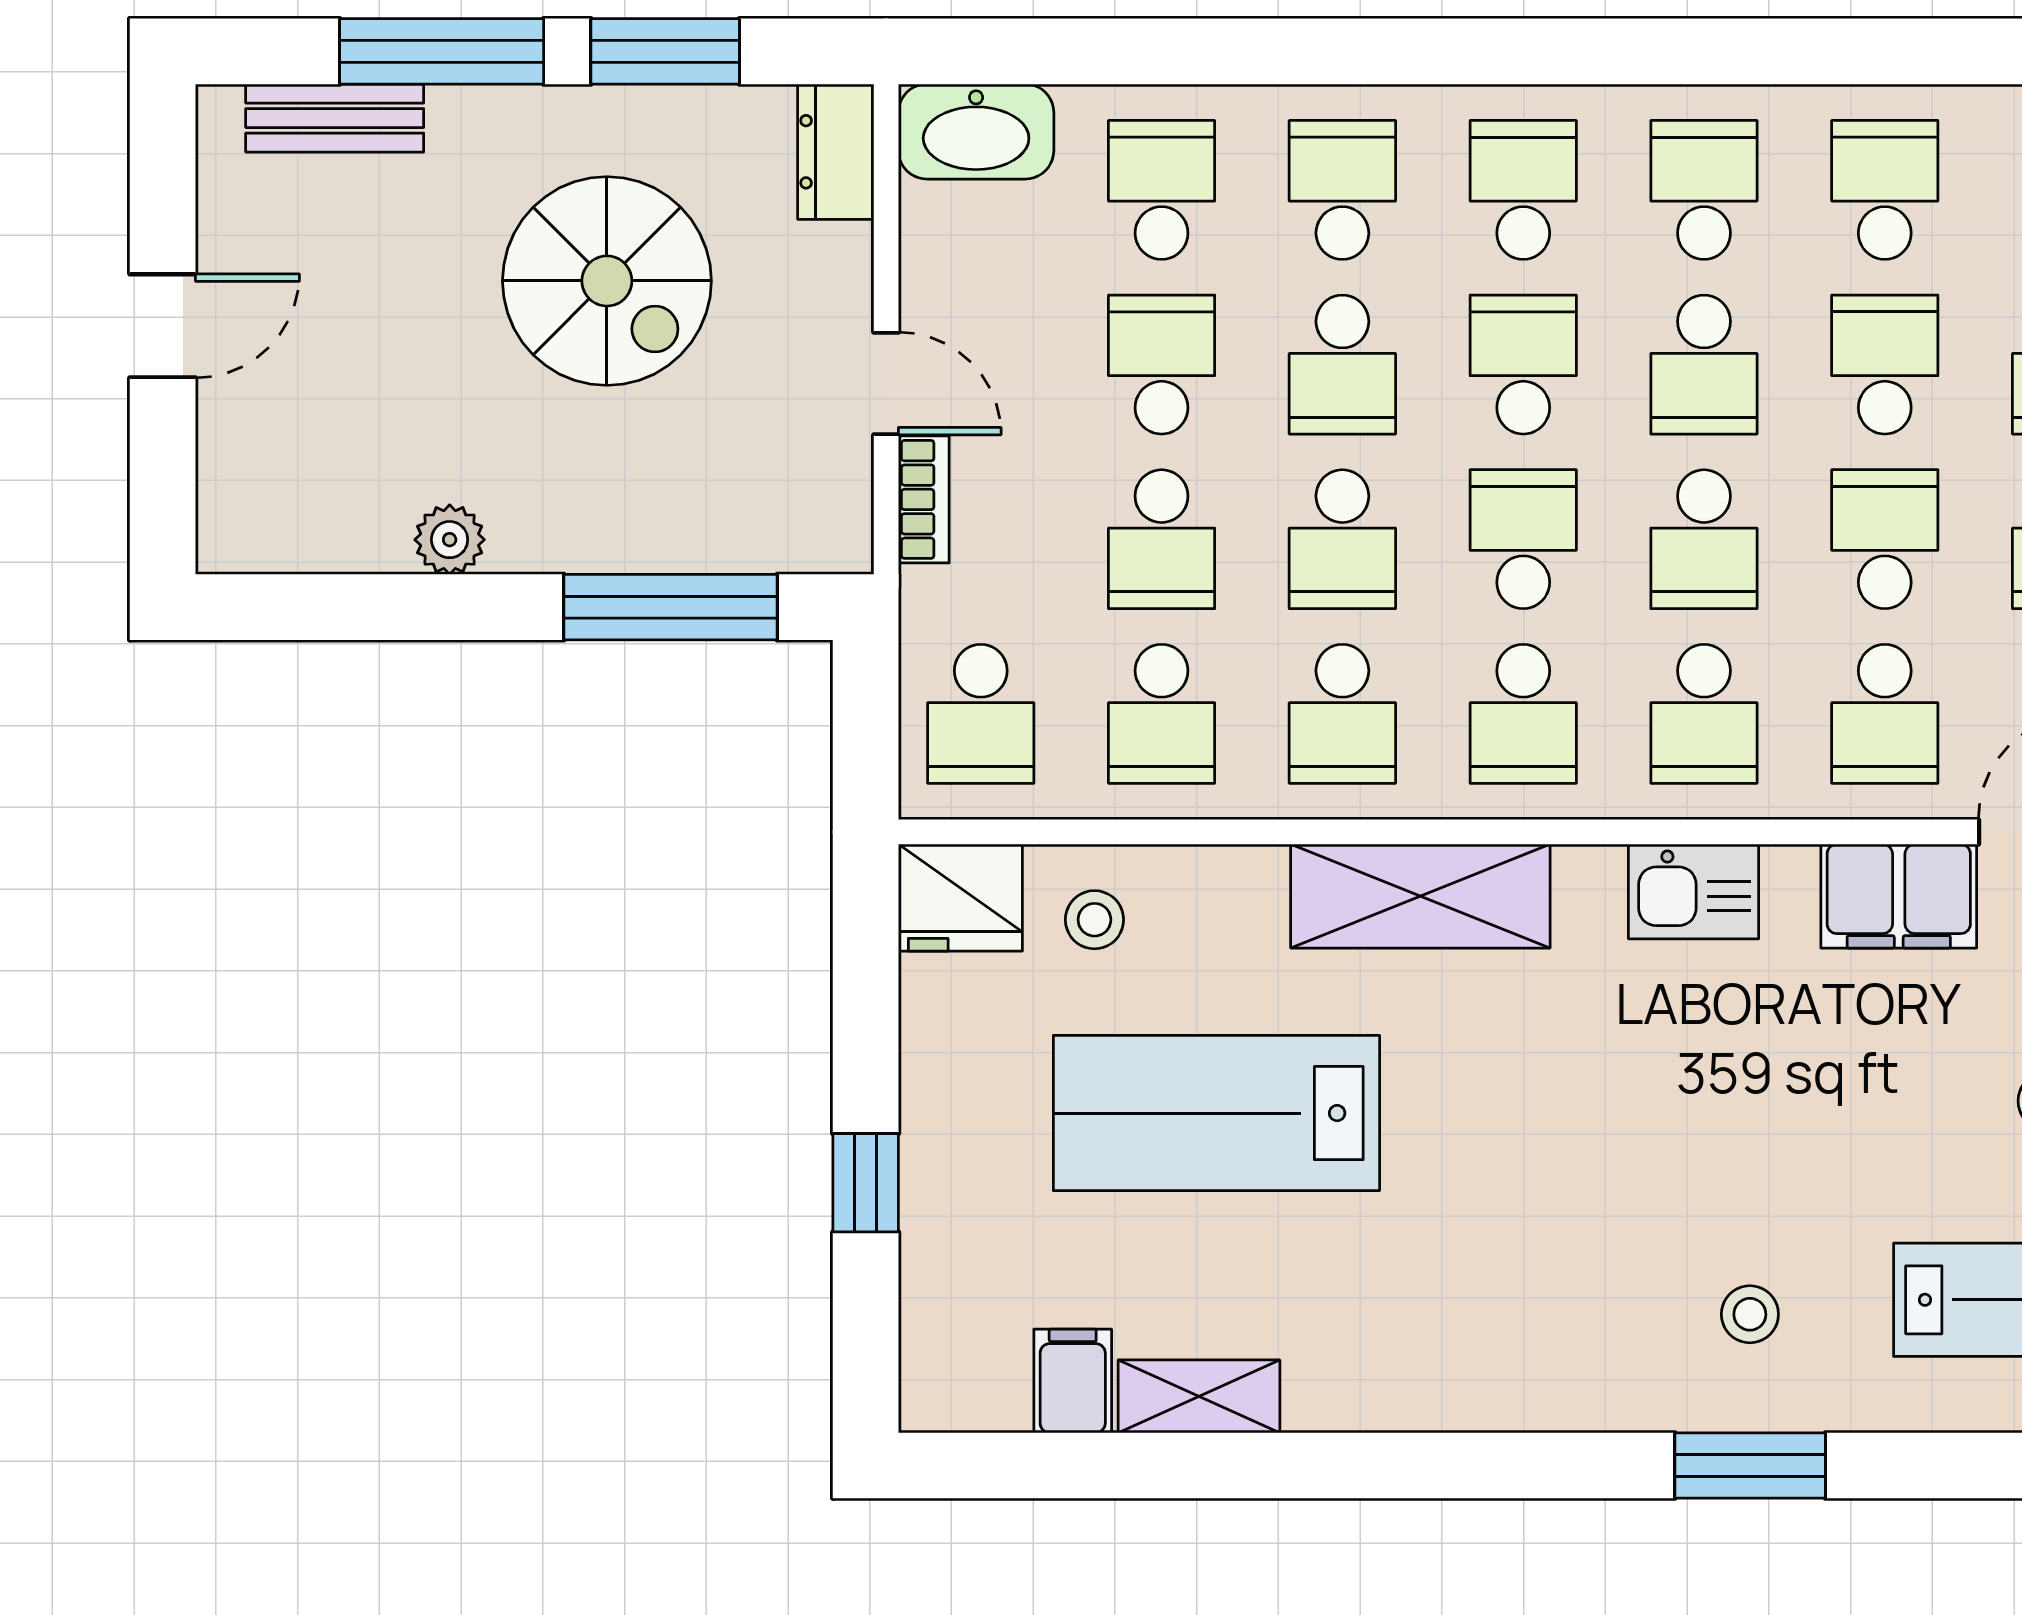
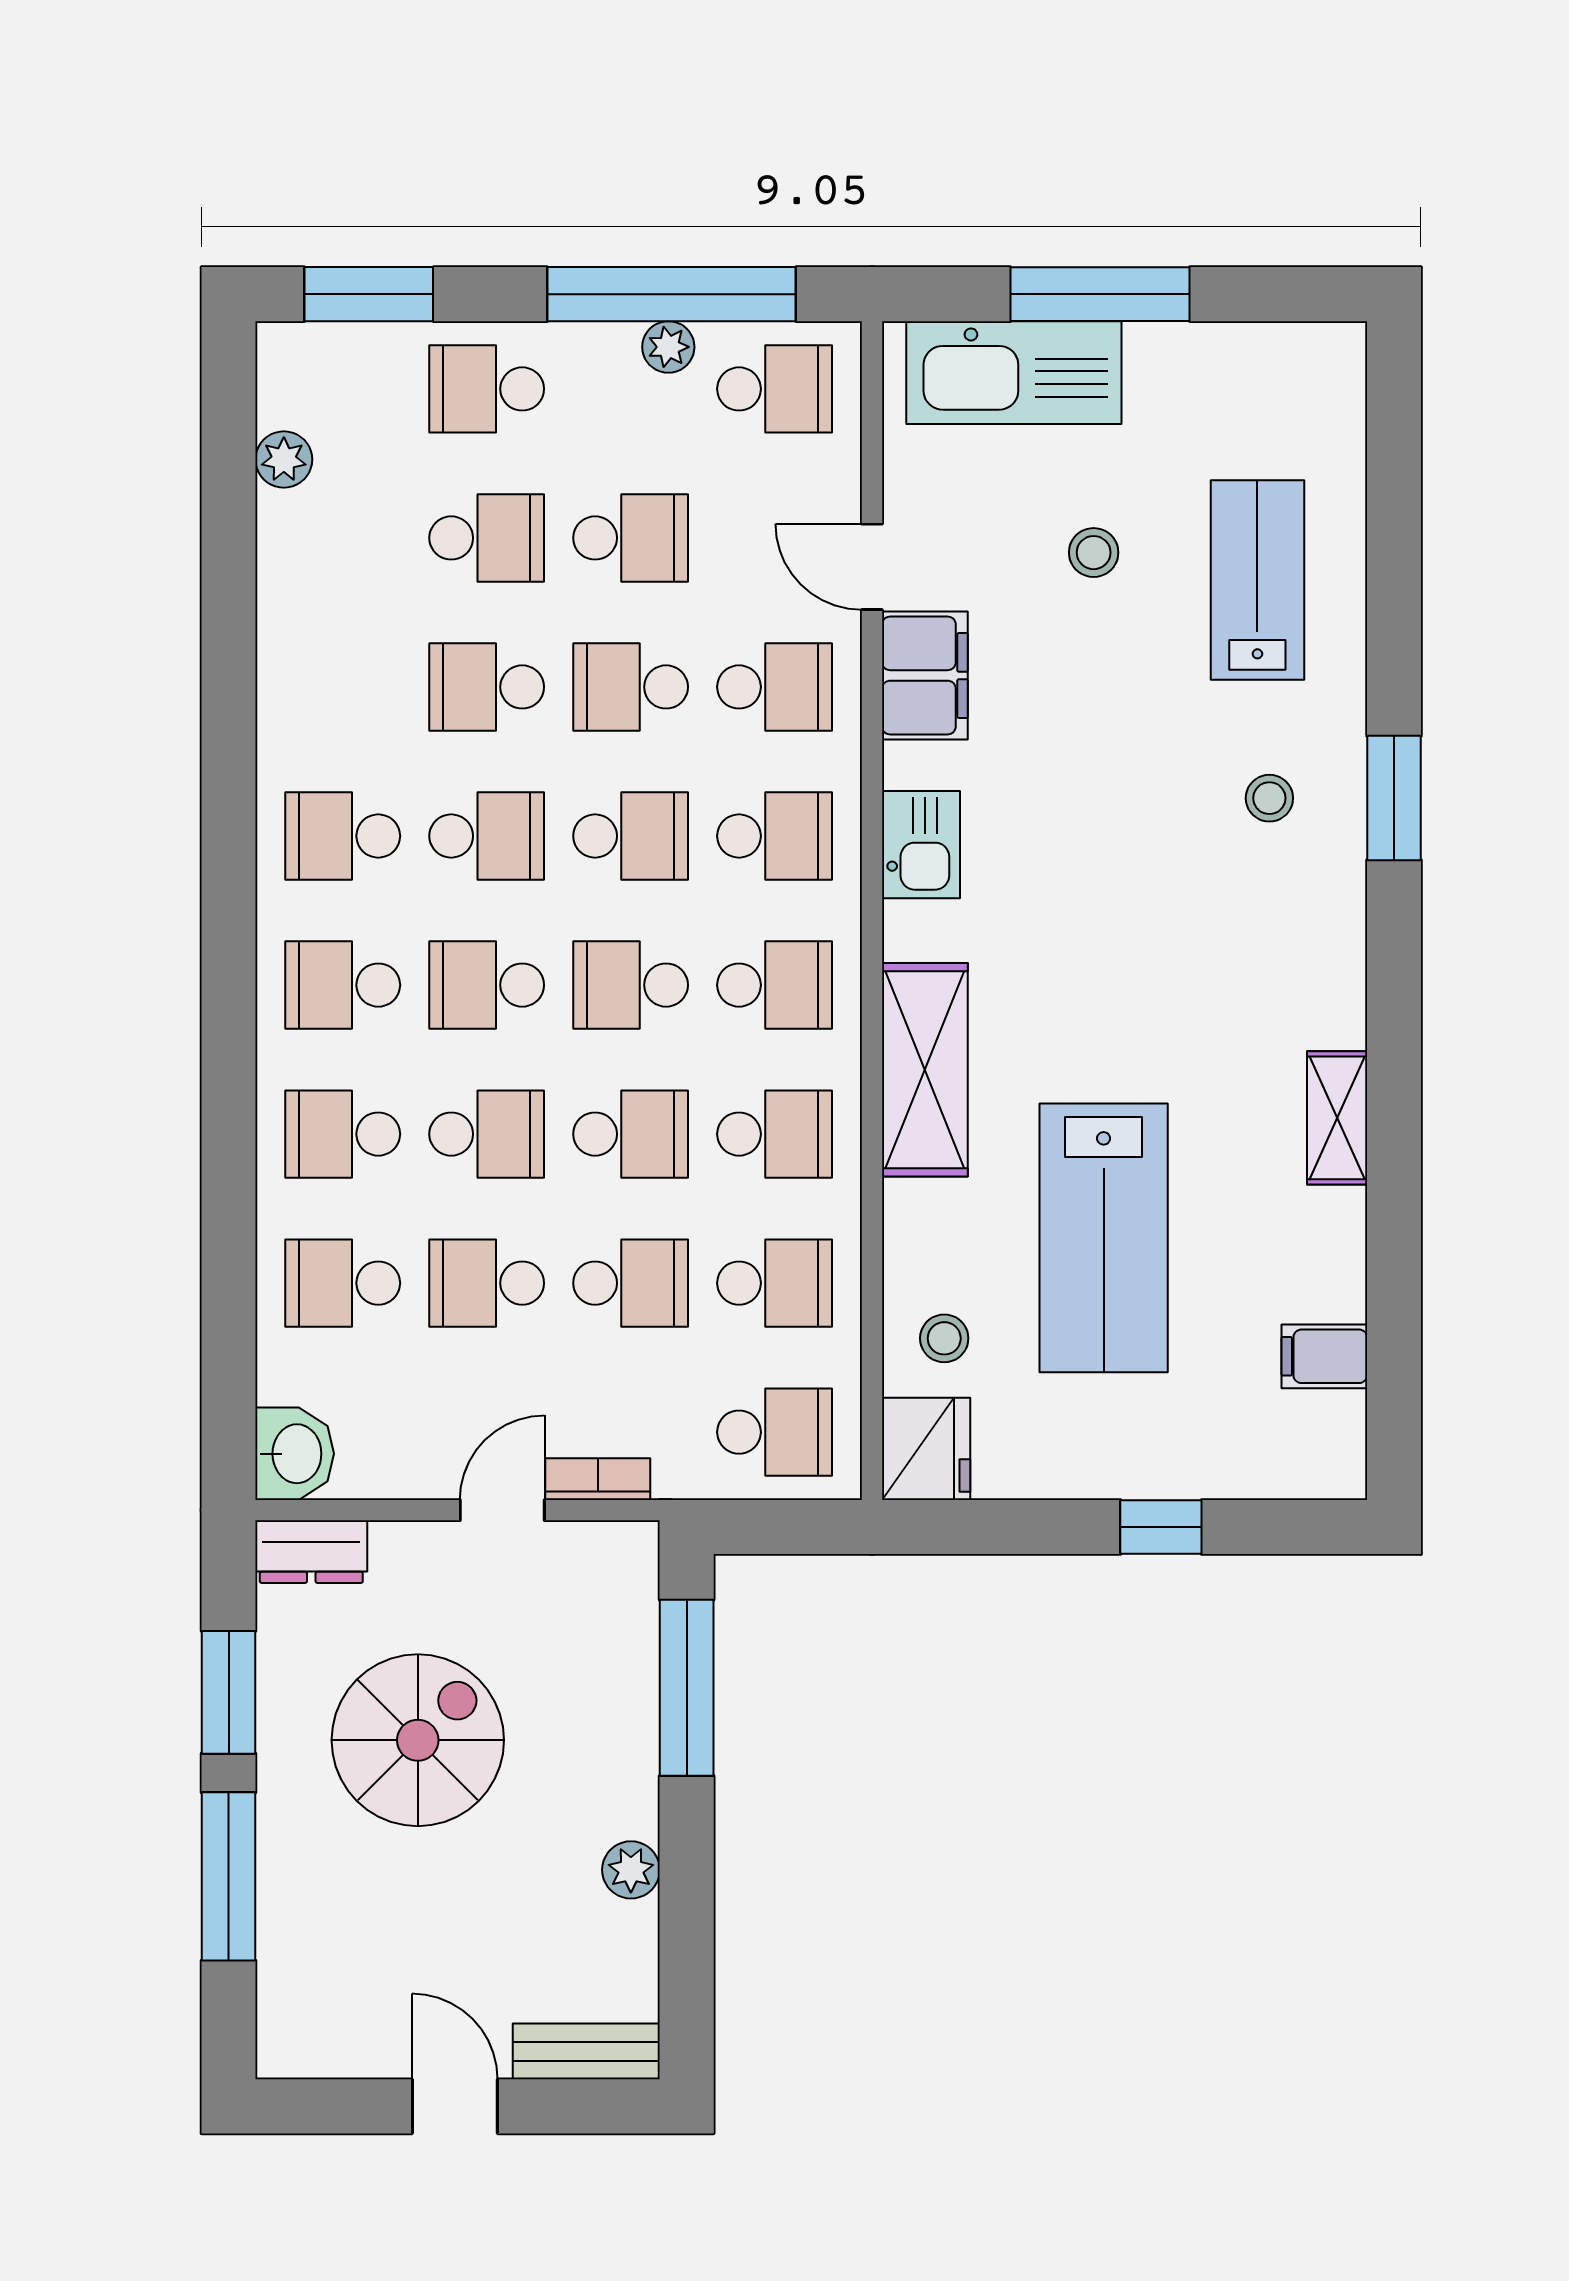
bench: (335, 118) -> (586, 2051), moved, turned 90
washbasin: (976, 132) -> (295, 1454), width x0.72
school desk: (1885, 190) -> (343, 687), removed
shelving: (1199, 1396) -> (1337, 1118), moved

